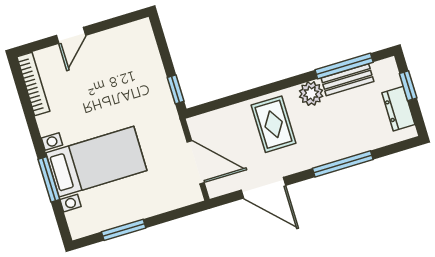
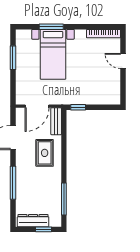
bench: (347, 80) -> (56, 121), moved
plant: (311, 94) -> (55, 177), removed
dresser: (398, 109) -> (33, 221), width x1.44
rug: (274, 124) -> (45, 153), turned 90

